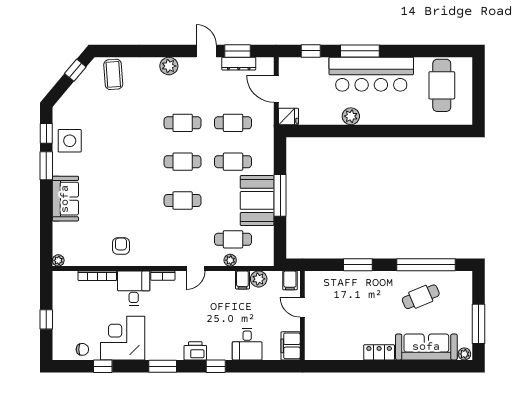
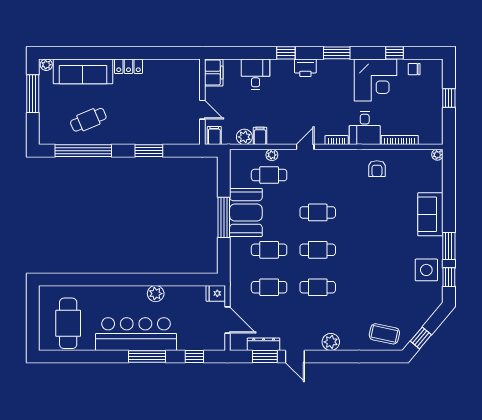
coffee table: (113, 74) -> (384, 334), turned -74

